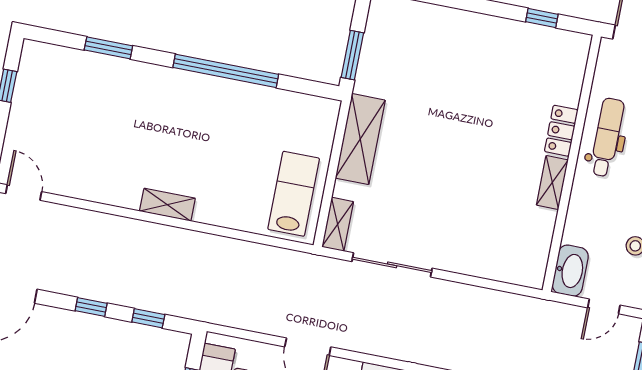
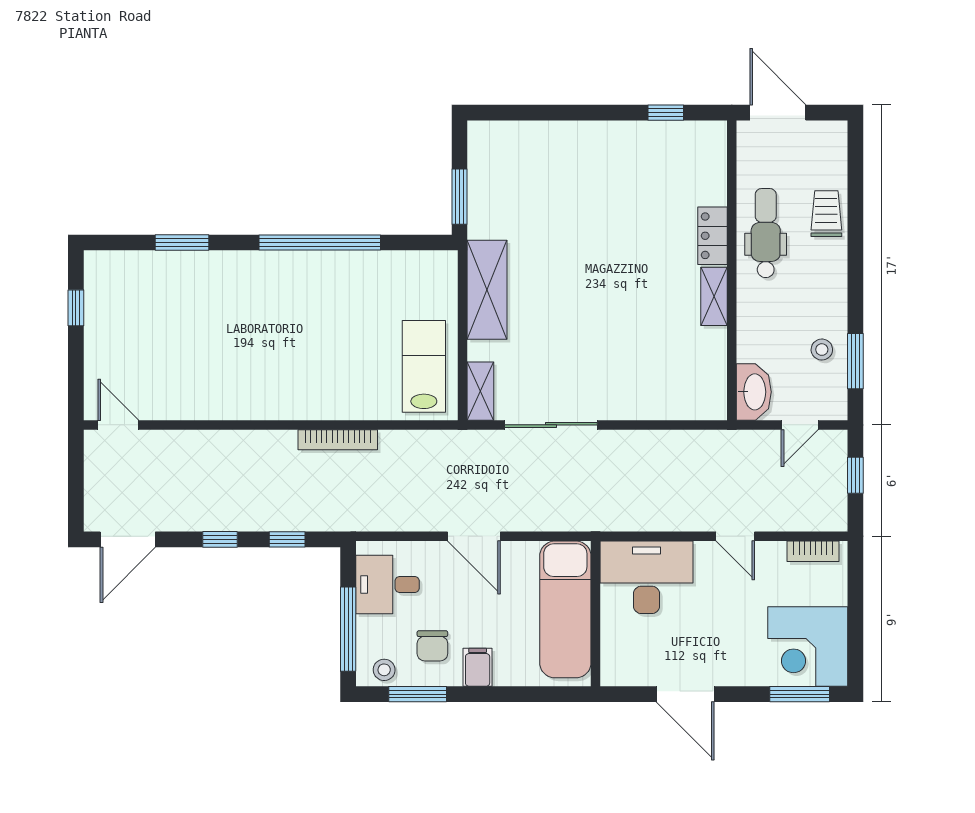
shelving: (167, 205) -> (284, 407), removed
bookcase: (208, 242) -> (338, 440), added

